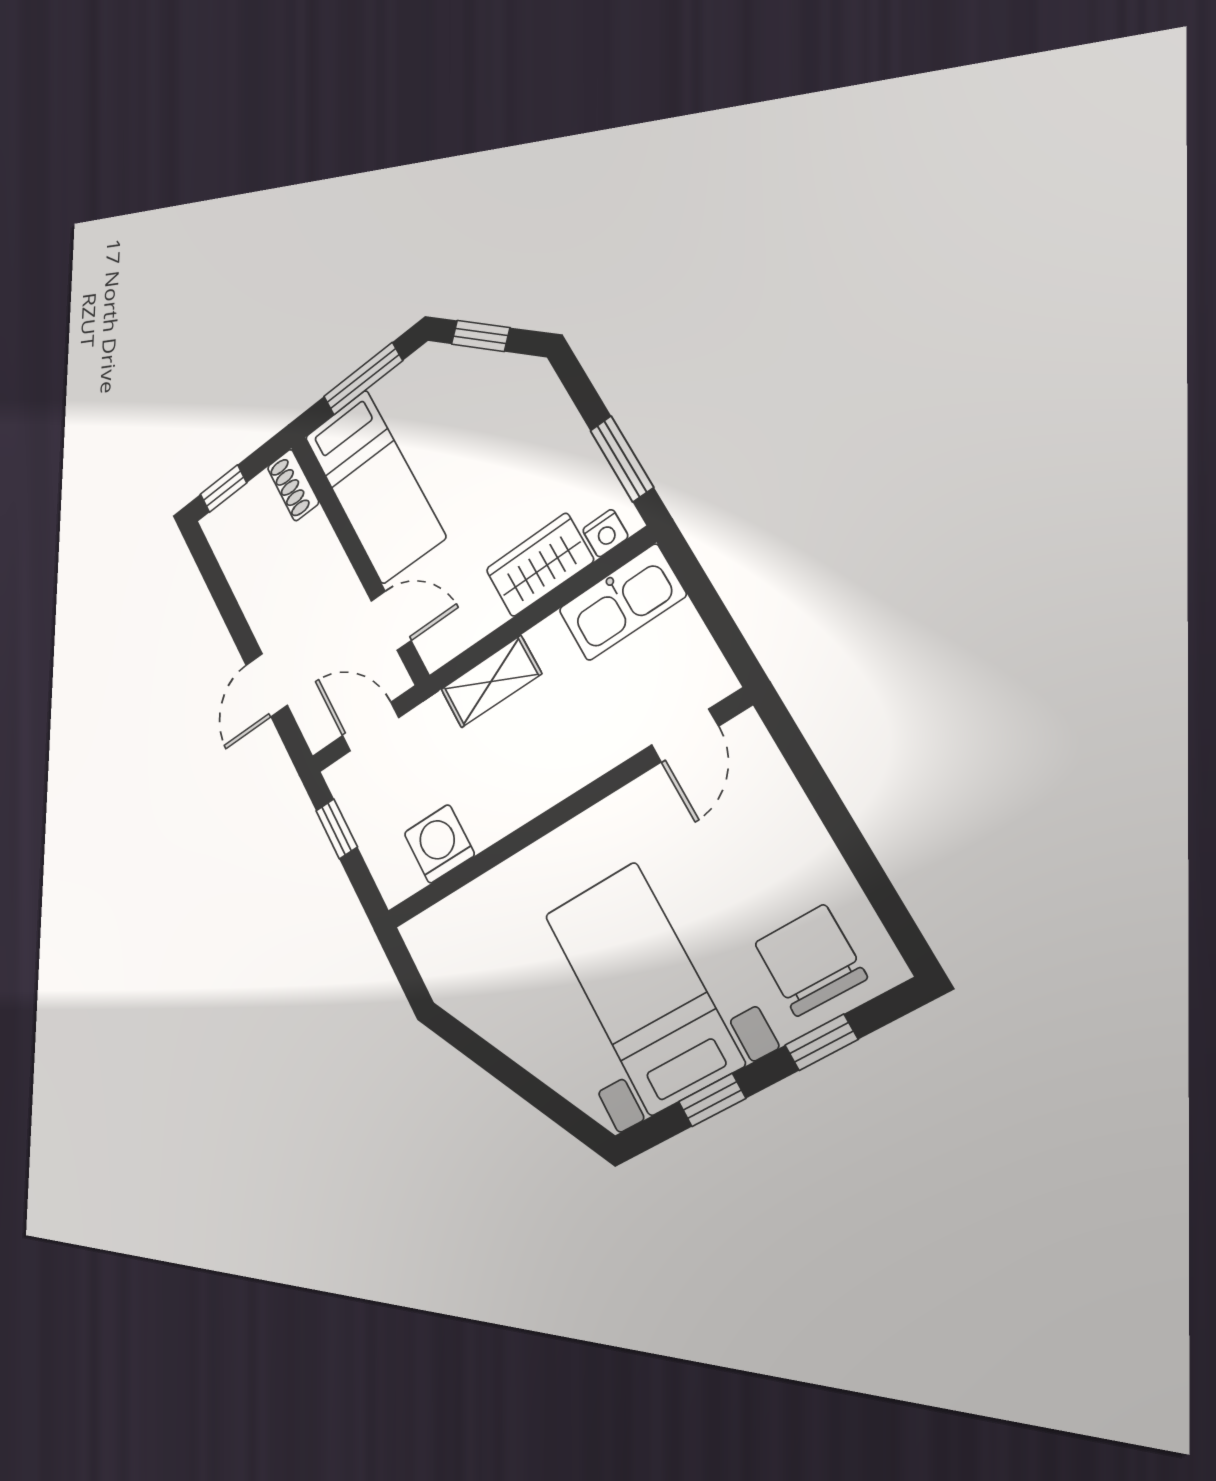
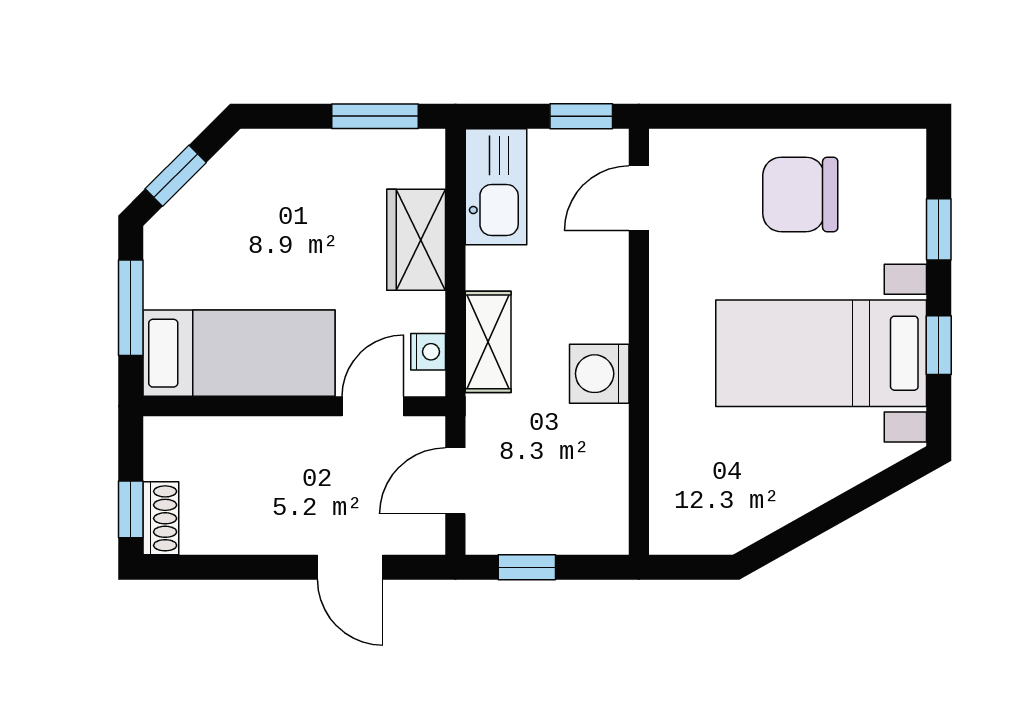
shoe rack: (293, 485) -> (161, 518), moved, turned -90
nightstand: (605, 533) -> (428, 352), moved
window: (728, 637) -> (581, 116), added
door: (685, 736) -> (639, 198), swing flipped
washing machine: (439, 844) -> (599, 374), moved
chair: (810, 960) -> (800, 194), moved

